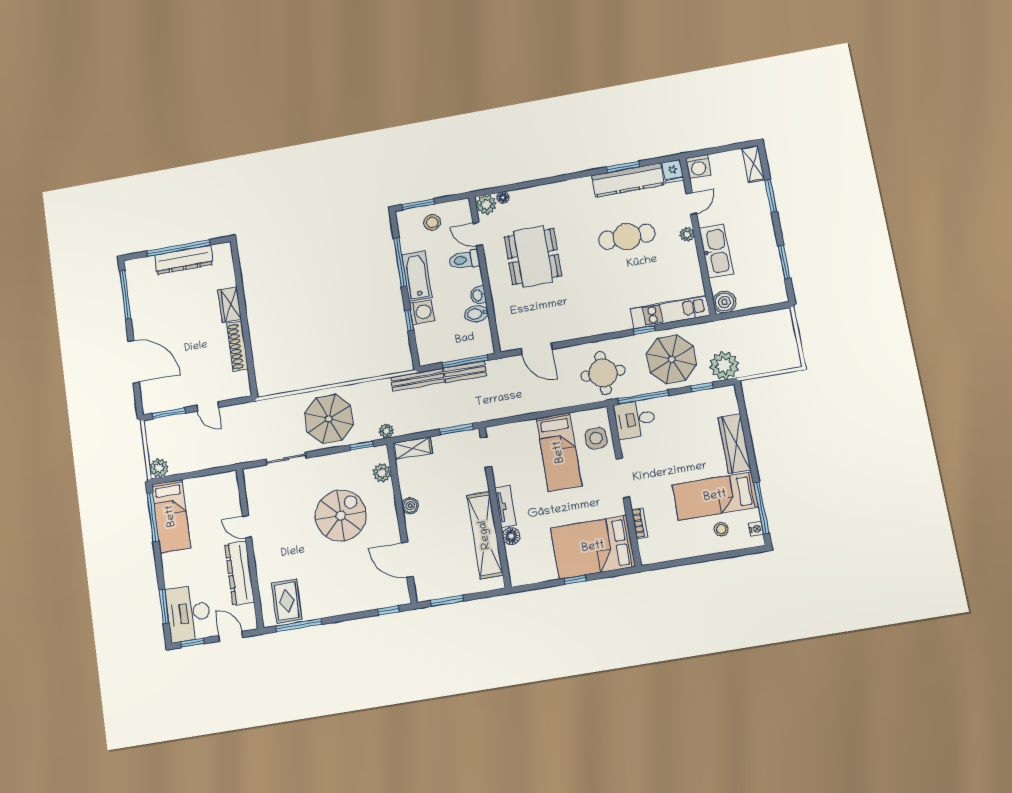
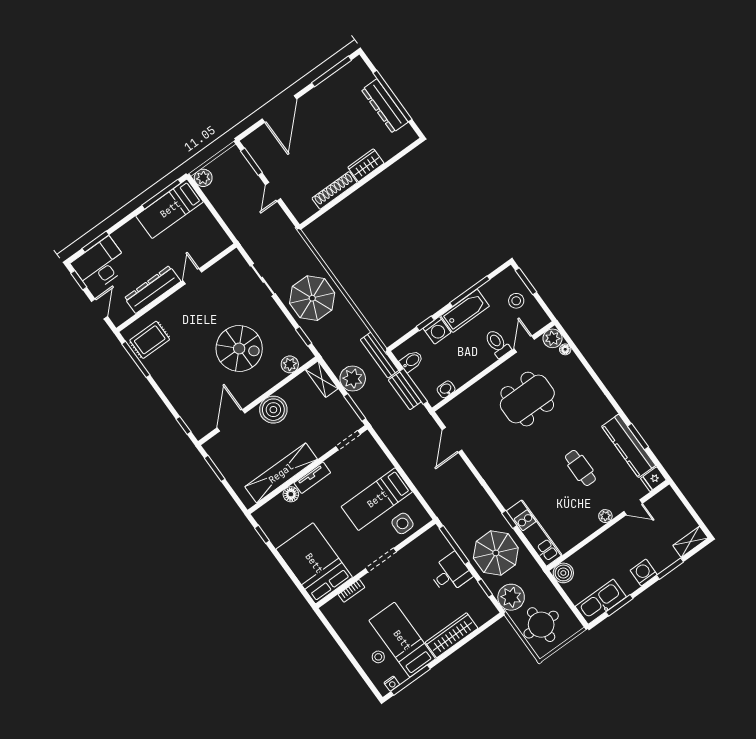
washing machine: (698, 167) -> (644, 572), moved, turned 90
cafe table: (627, 237) -> (580, 468), width x0.73, depth x0.74
kitchen sink: (716, 251) -> (601, 602), moved, turned 180
washbasin: (478, 295) -> (446, 389), moved
bidet: (476, 314) -> (411, 361), moved, turned 90
round table: (603, 373) -> (541, 625), moved
desk: (635, 419) -> (450, 573), moved, turned 90
plant: (386, 431) -> (353, 379), moved, width x1.88, depth x1.88
boiler: (410, 506) -> (273, 410), width x1.86, depth x1.86
window: (575, 580) -> (262, 534), moved

